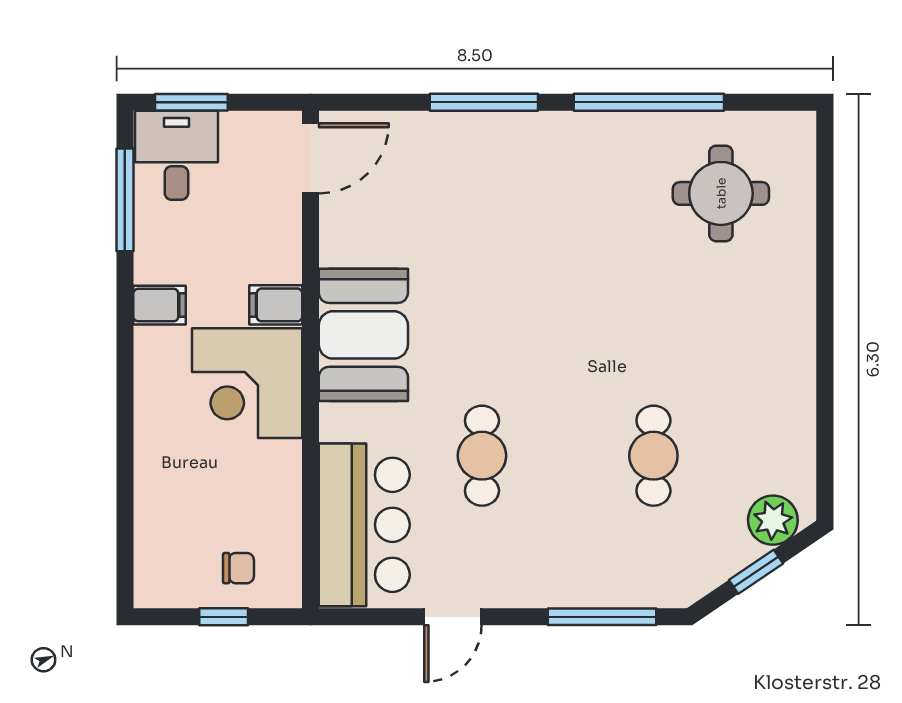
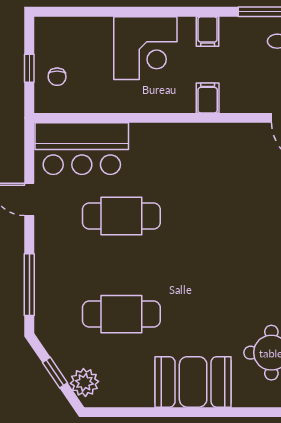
booth: (363, 335) -> (193, 382), moved
corner desk: (247, 383) -> (145, 48), moved, turned 180
cafe table: (482, 456) -> (121, 216), width x1.37, depth x1.35
cafe table: (653, 456) -> (121, 314), width x1.37, depth x1.35

